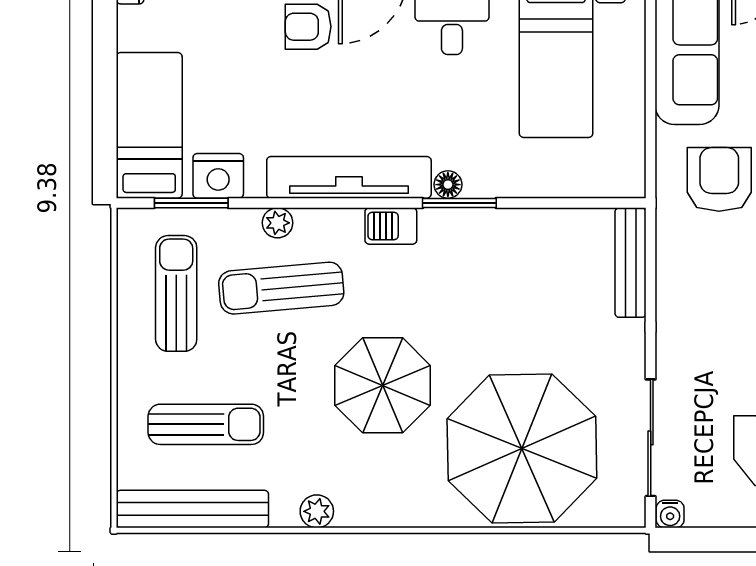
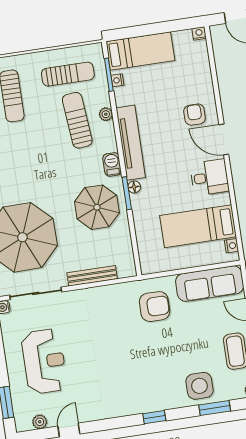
nightstand: (218, 176) -> (117, 80), width x0.53, depth x0.56
bench: (631, 263) -> (92, 276), moved
parasol: (383, 385) -> (97, 207), moved

